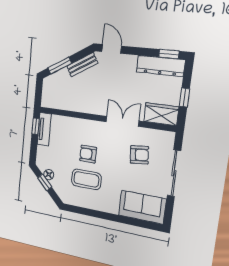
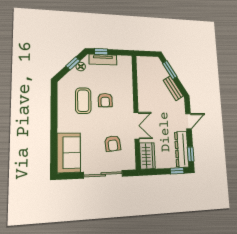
door: (112, 49) -> (188, 121), moved
window: (184, 98) -> (177, 171), moved
window: (36, 126) -> (101, 52), moved
tv unit: (44, 129) -> (103, 60), moved
armchair: (88, 154) -> (105, 100), turned 180

